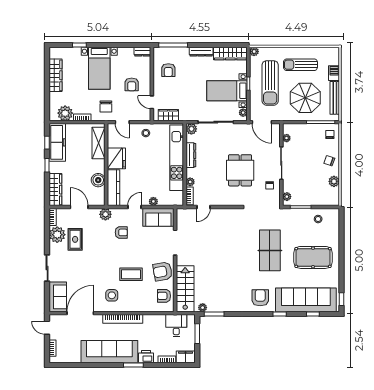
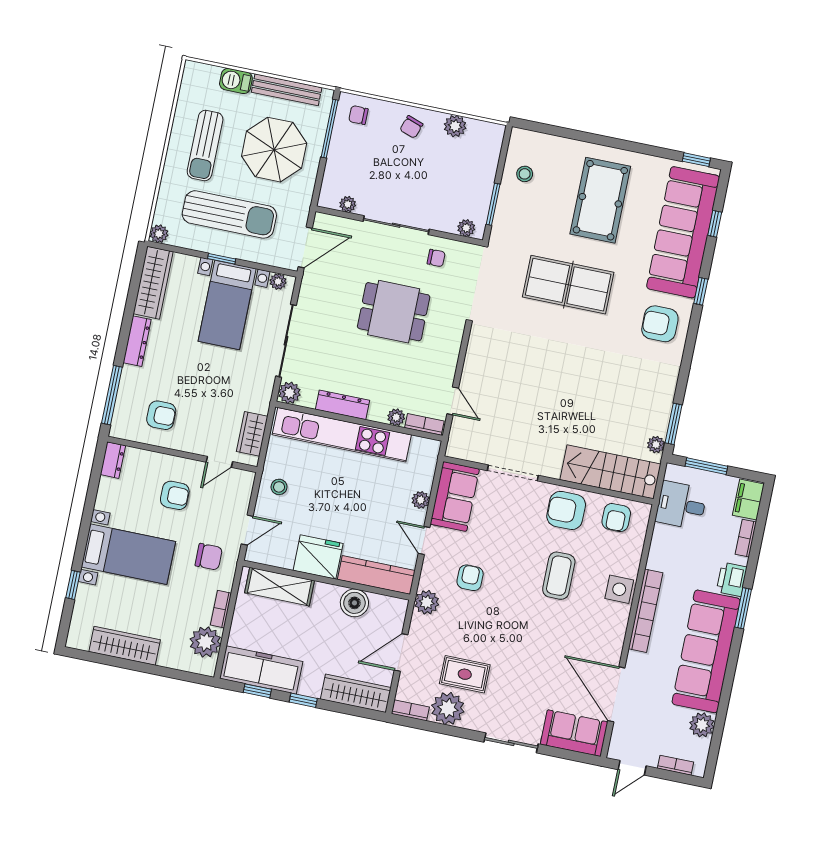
armchair: (163, 271) -> (566, 510), turned 100
side table: (112, 295) -> (619, 589), moved
plant: (74, 357) -> (702, 725), added

